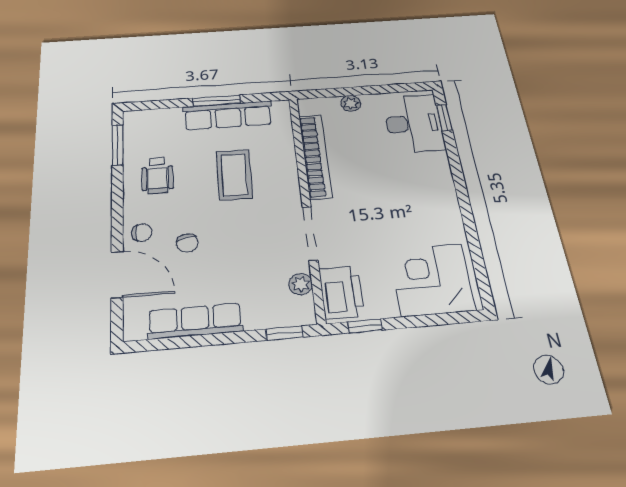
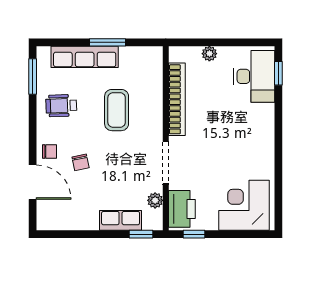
row of seats: (228, 115) -> (85, 57), moved
wheelchair: (157, 175) -> (61, 106), turned 88
row of seats: (195, 321) -> (121, 220), moved, width x0.68

